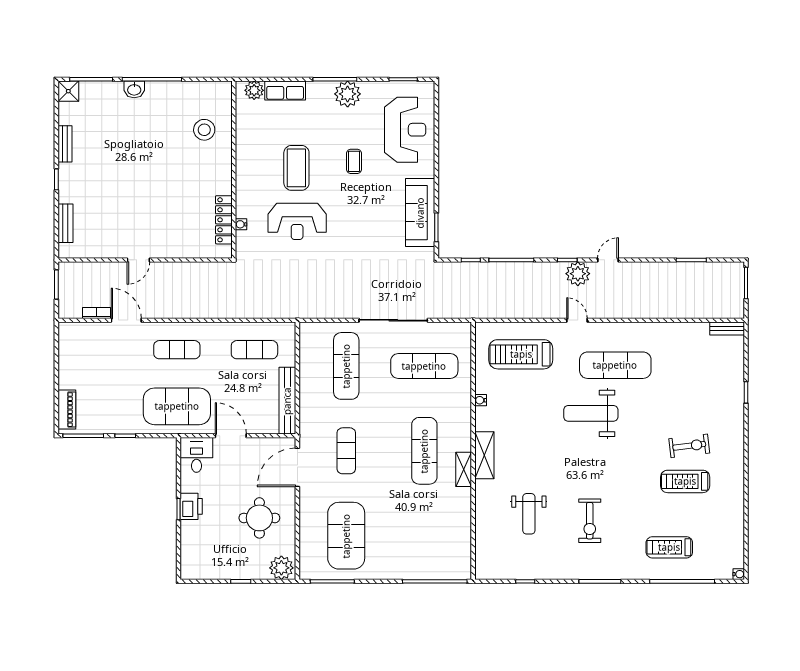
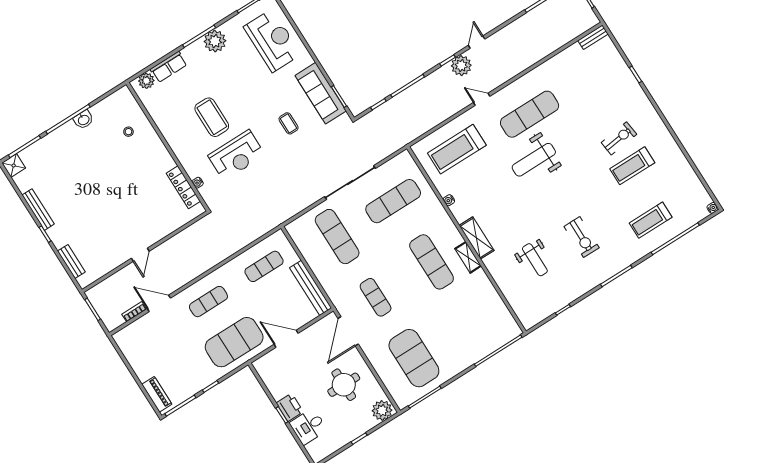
washbasin: (134, 89) -> (83, 120), moved
stool: (204, 130) -> (128, 132), width x0.53, depth x0.53
bench: (65, 144) -> (38, 210), width x1.36
coffee table: (354, 161) -> (289, 123), moved
desk: (196, 455) -> (308, 426), moved, turned -90

